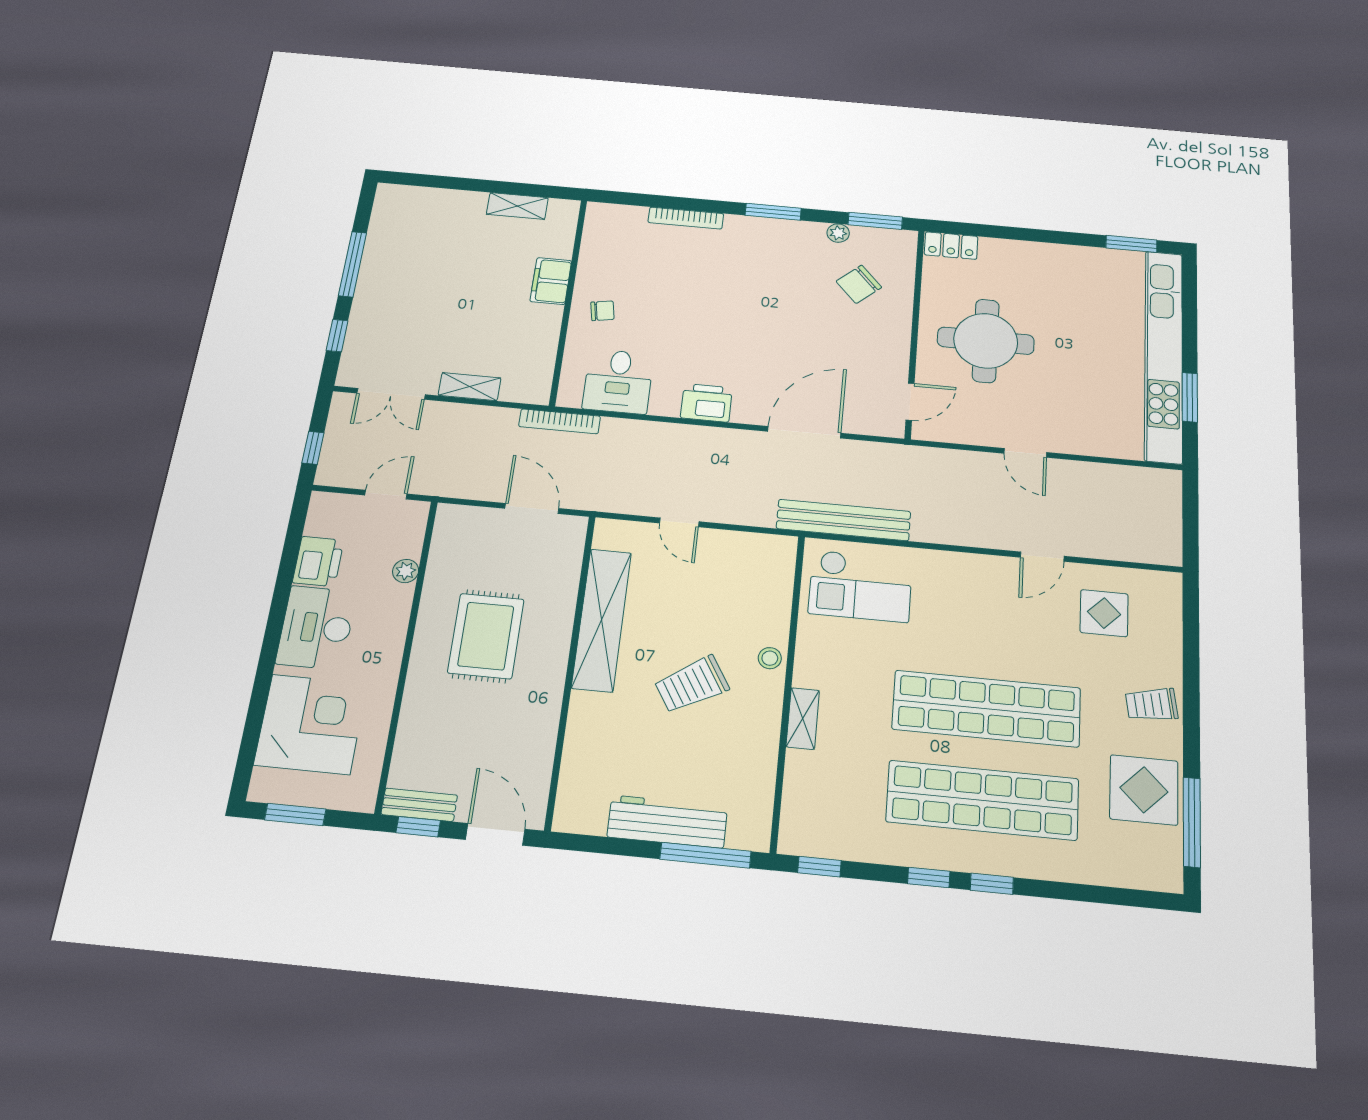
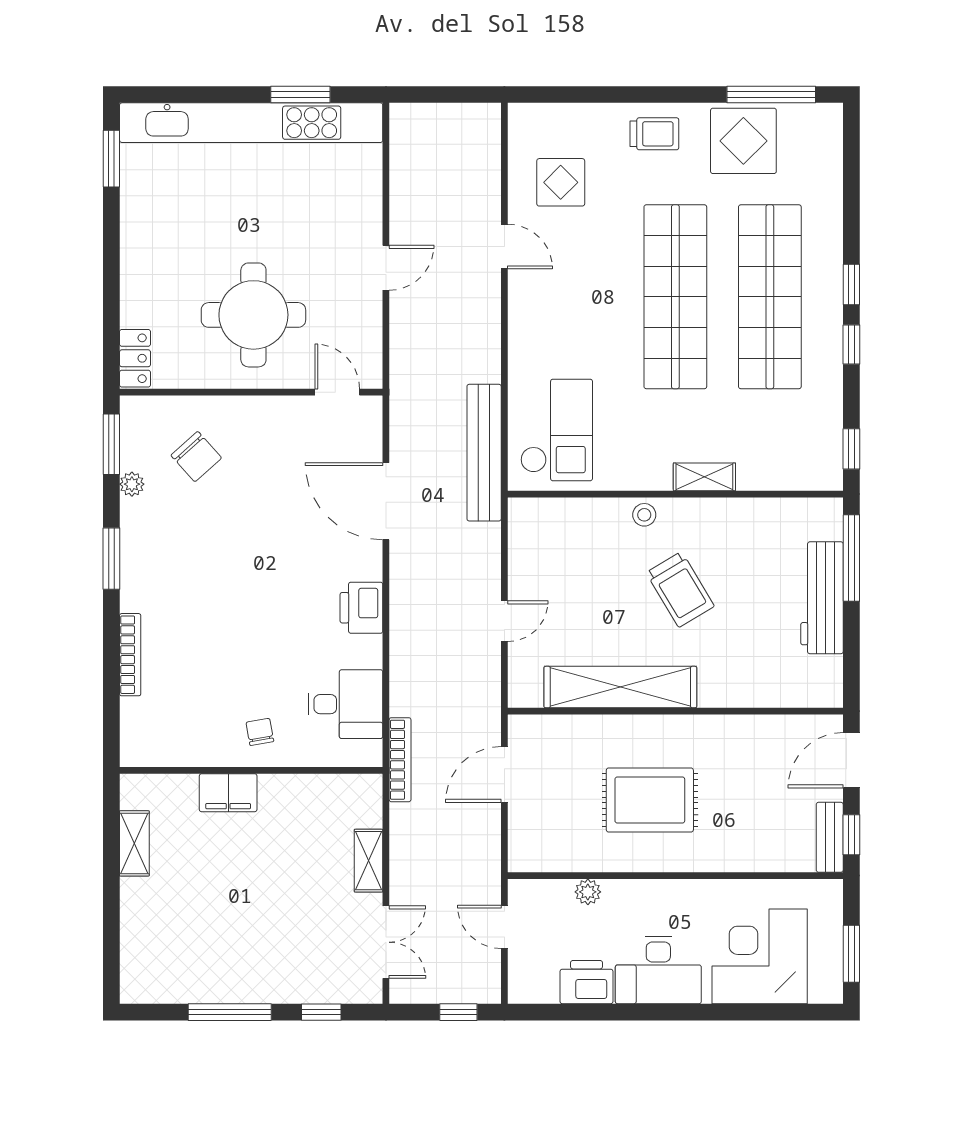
trolley: (1152, 705) -> (654, 134), turned -81

